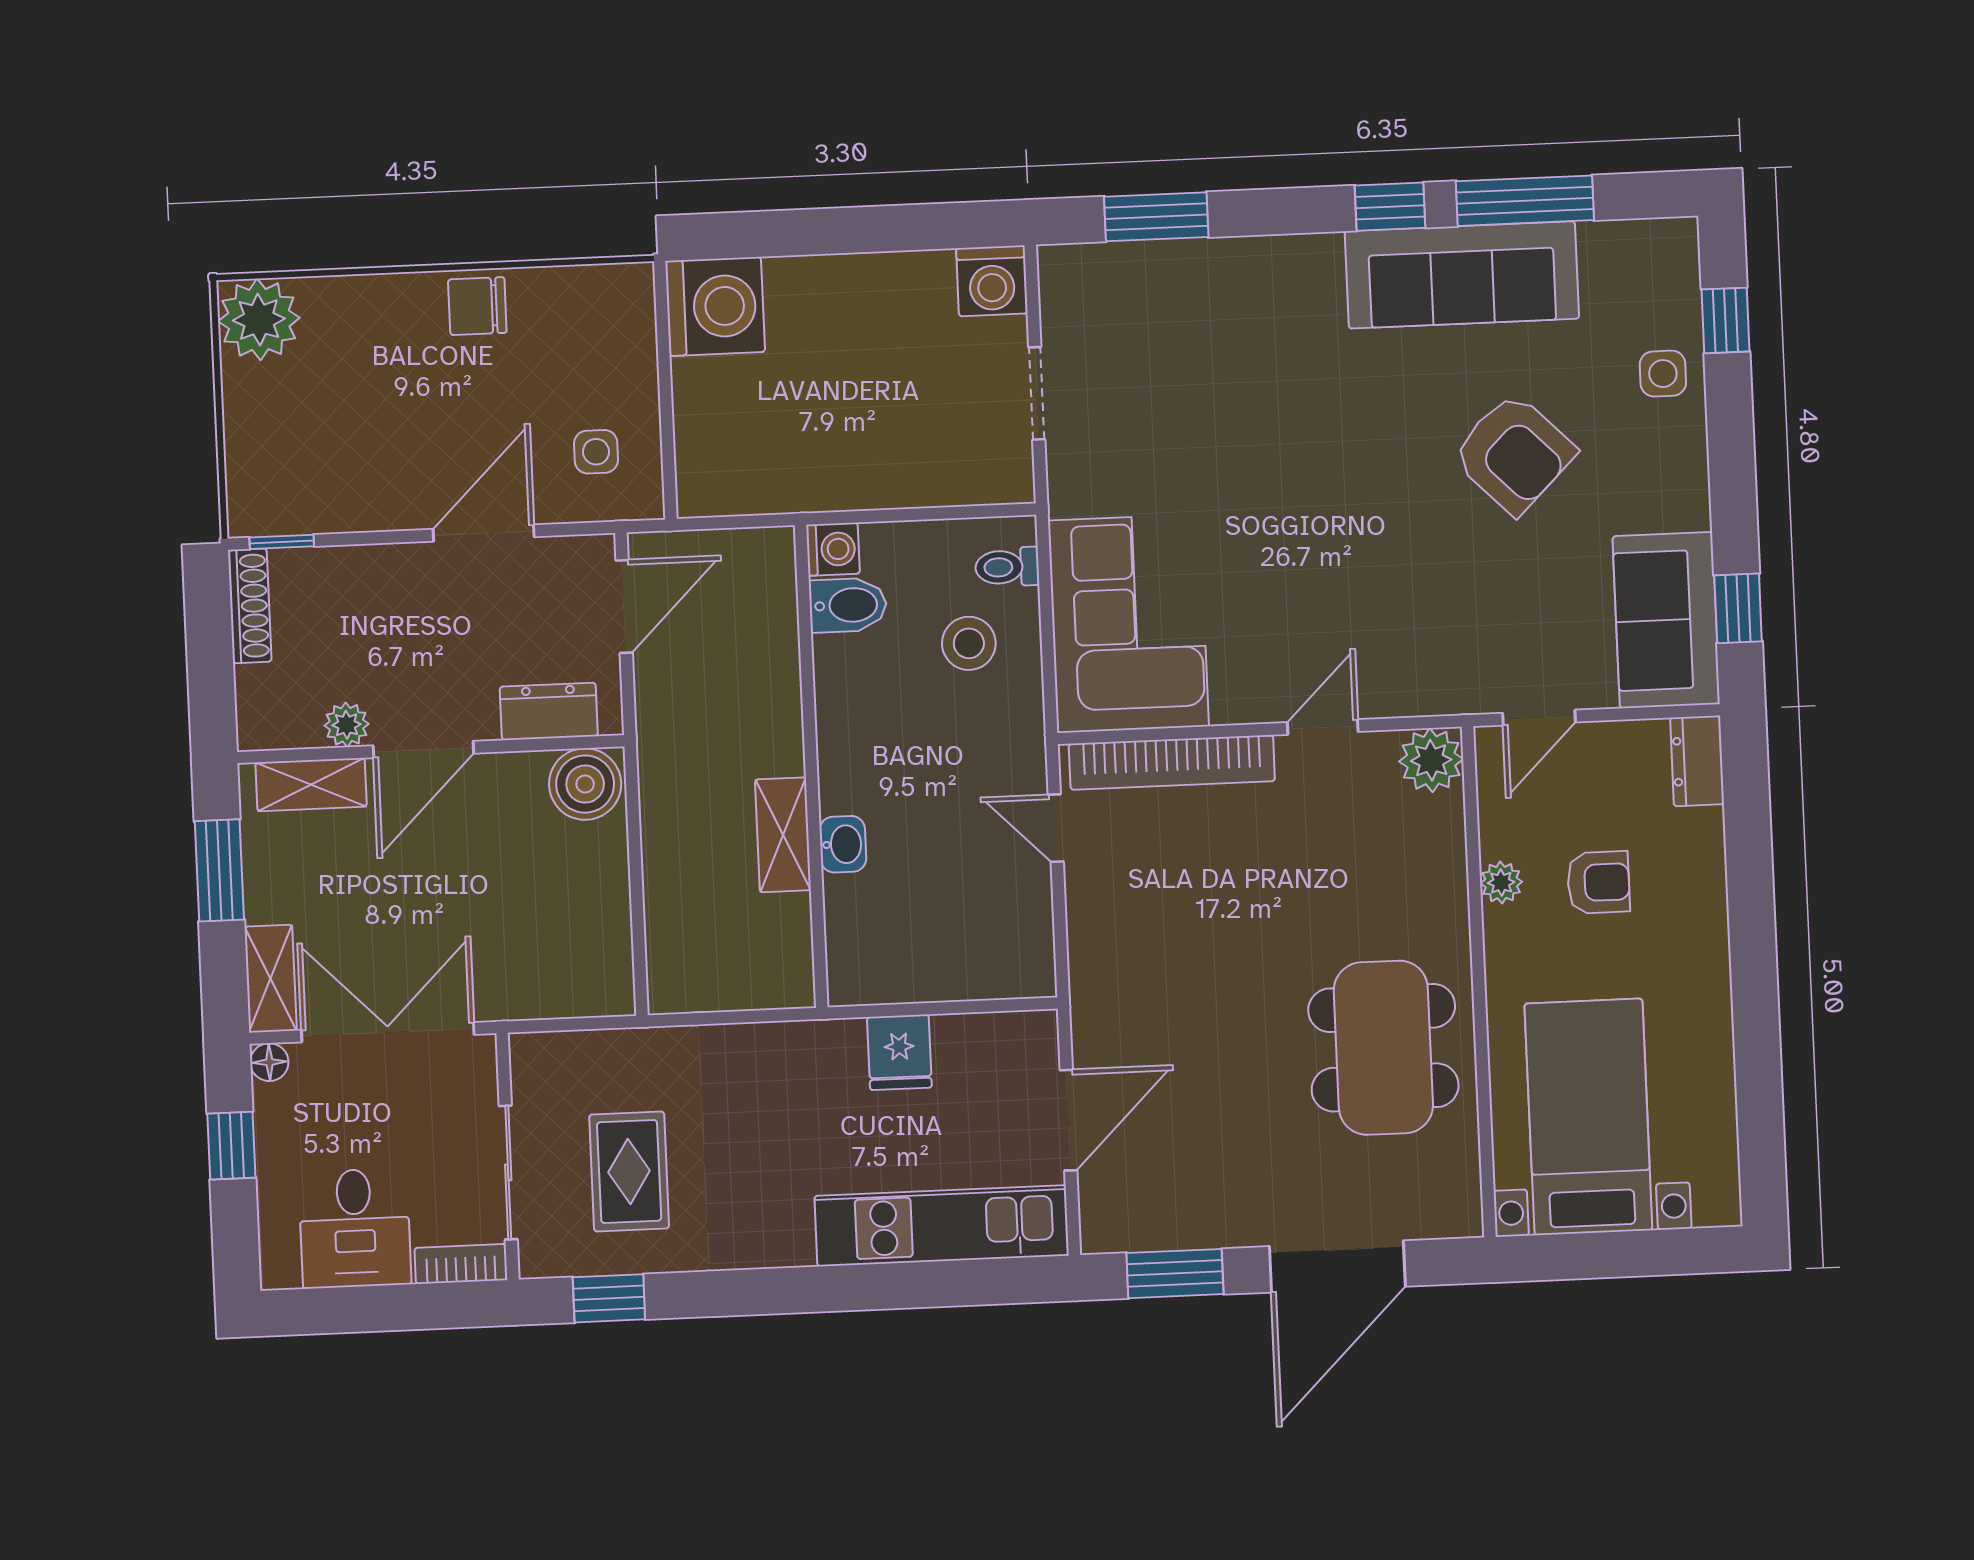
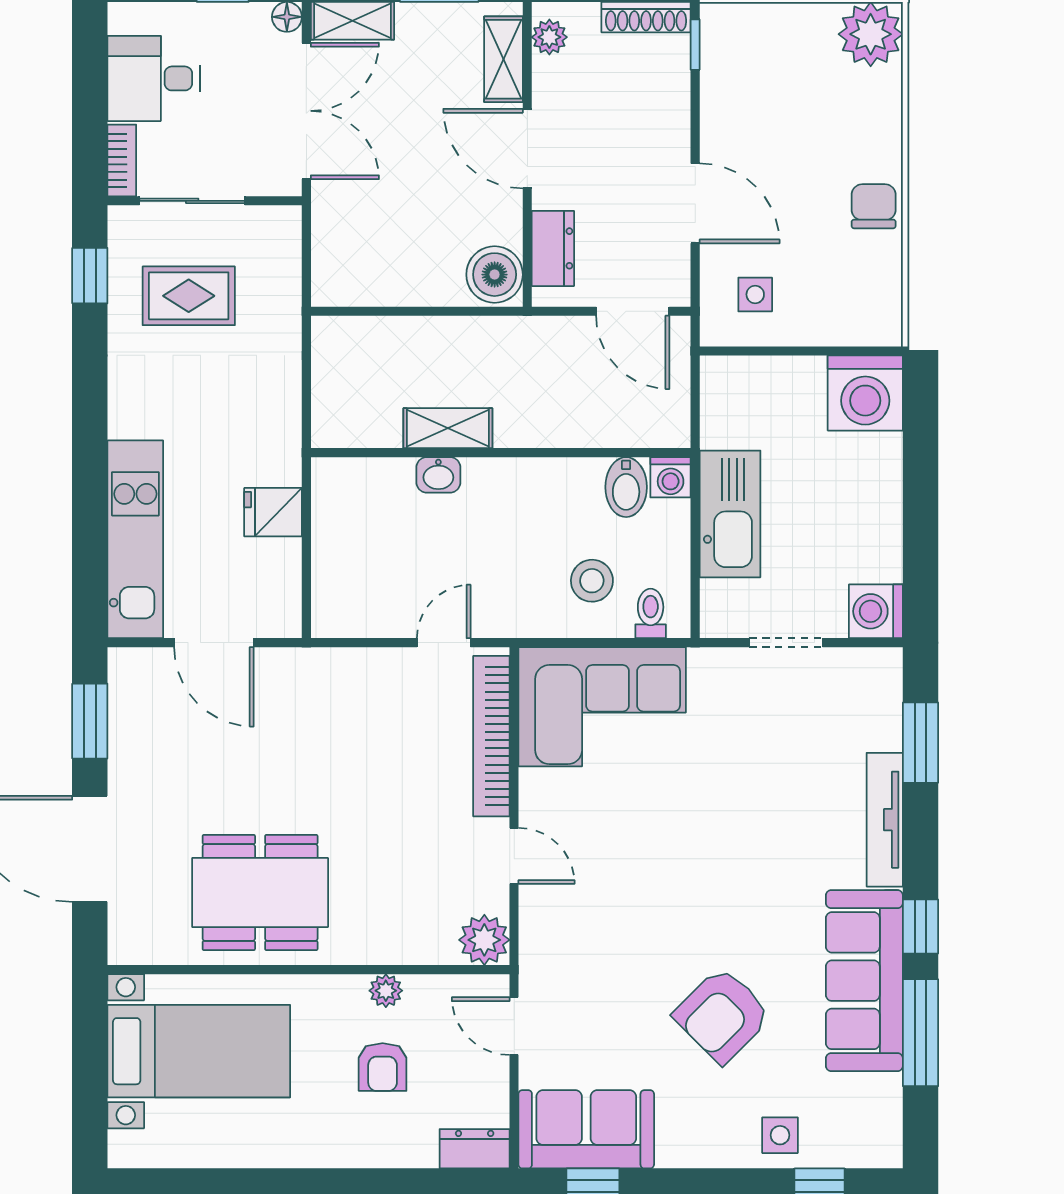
tv unit: (1256, 258) -> (885, 820), added
kitchen sink: (876, 472) -> (730, 514), added
plant: (347, 725) -> (549, 37), moved

